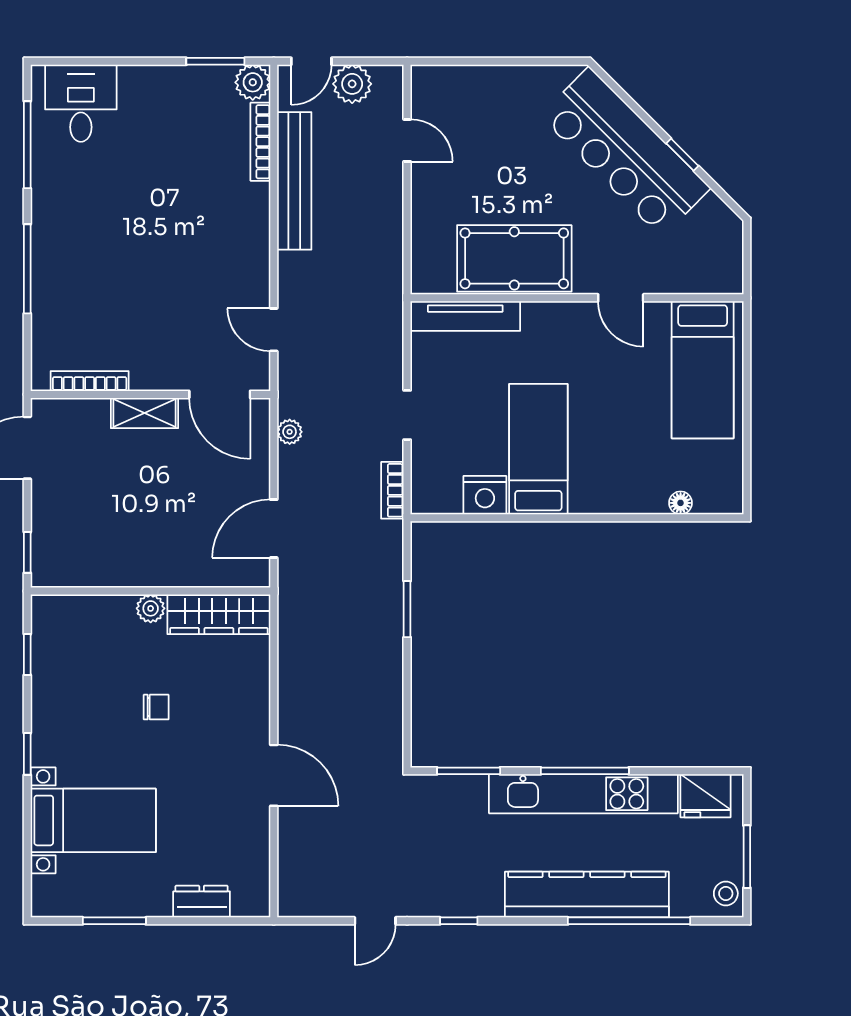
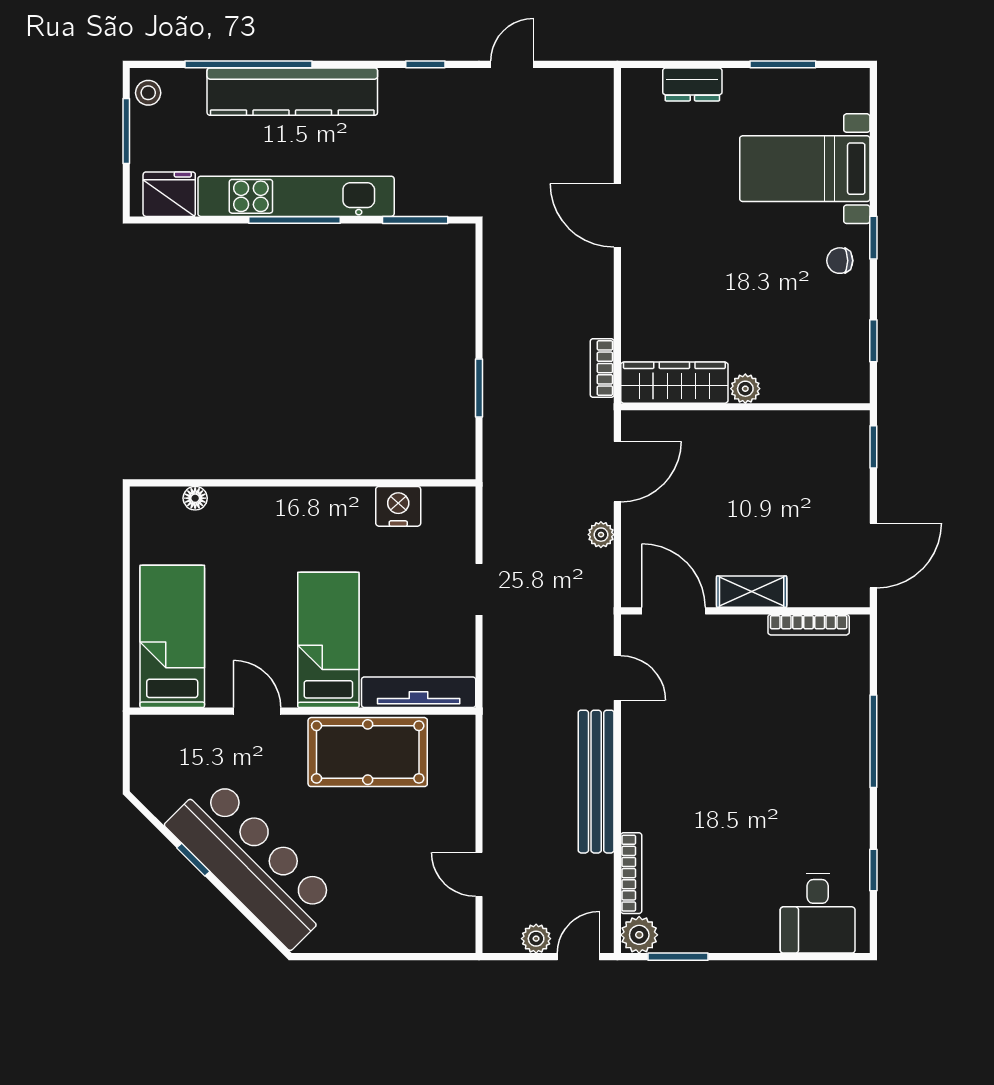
plant: (352, 84) -> (536, 939), width x0.73, depth x0.73
window: (27, 145) -> (873, 870), width x0.46
bench: (294, 181) -> (596, 782), moved
plant: (290, 432) -> (601, 535), moved
bed: (538, 449) -> (328, 640), moved, turned 180
bookcase: (392, 490) -> (602, 368), moved, turned 180
chair: (156, 707) -> (840, 261), moved

